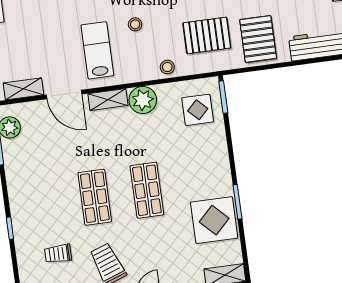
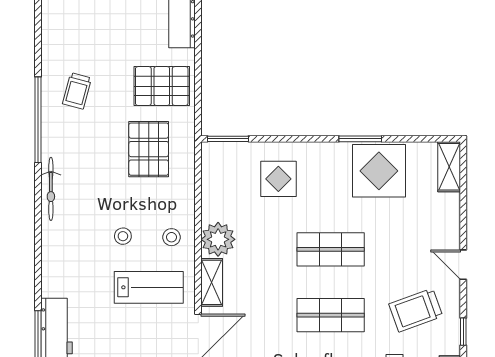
lab bench: (97, 50) -> (149, 287), turned 180
stool: (167, 67) -> (172, 237), moved
display table: (198, 110) -> (278, 179), moved

